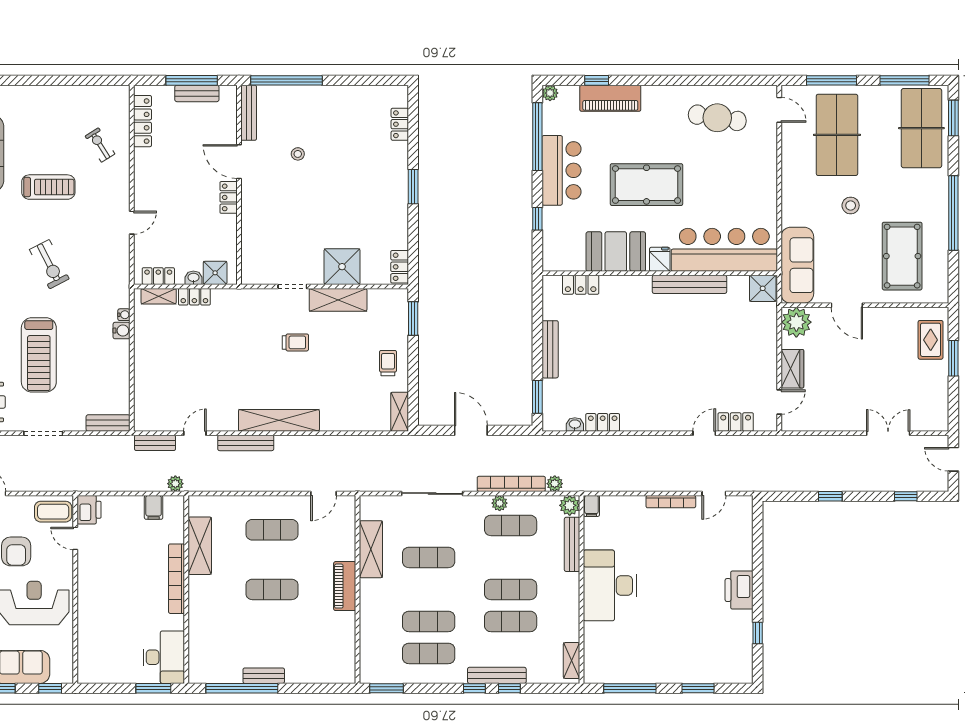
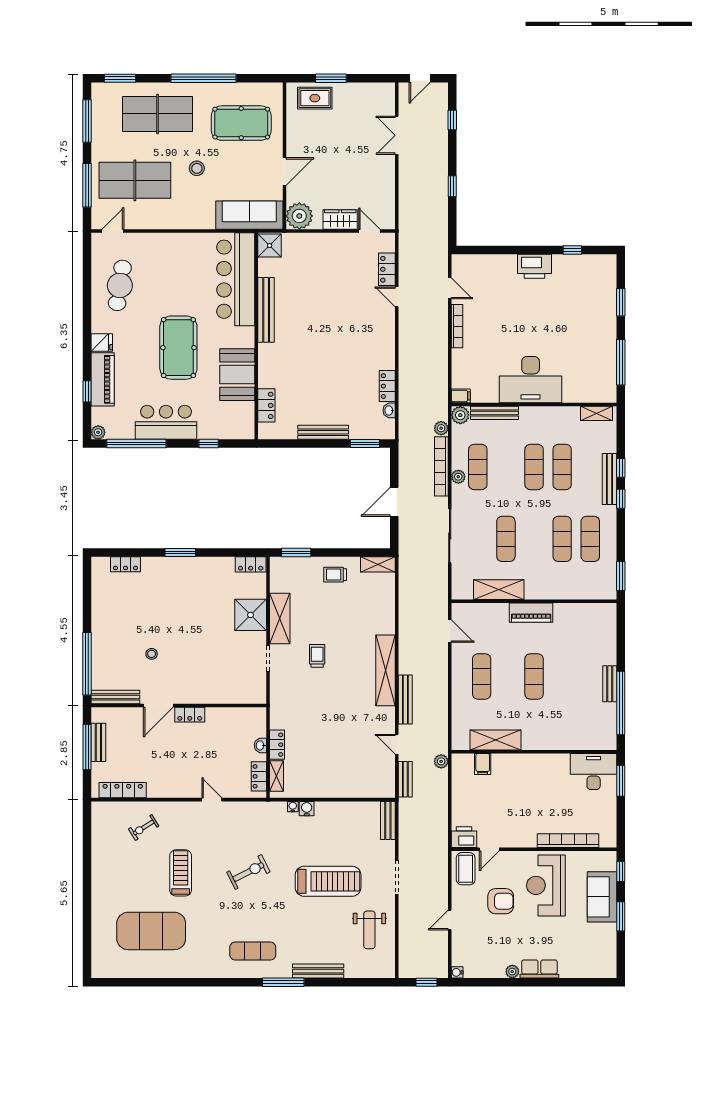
table tennis table: (921, 128) -> (157, 114), moved
fridge: (660, 259) -> (102, 342), moved, turned 180
shower: (215, 273) -> (256, 726), removed
filing cabinet: (154, 507) -> (483, 764), moved, turned 90
bookcase: (177, 579) -> (568, 841), moved, turned 180

